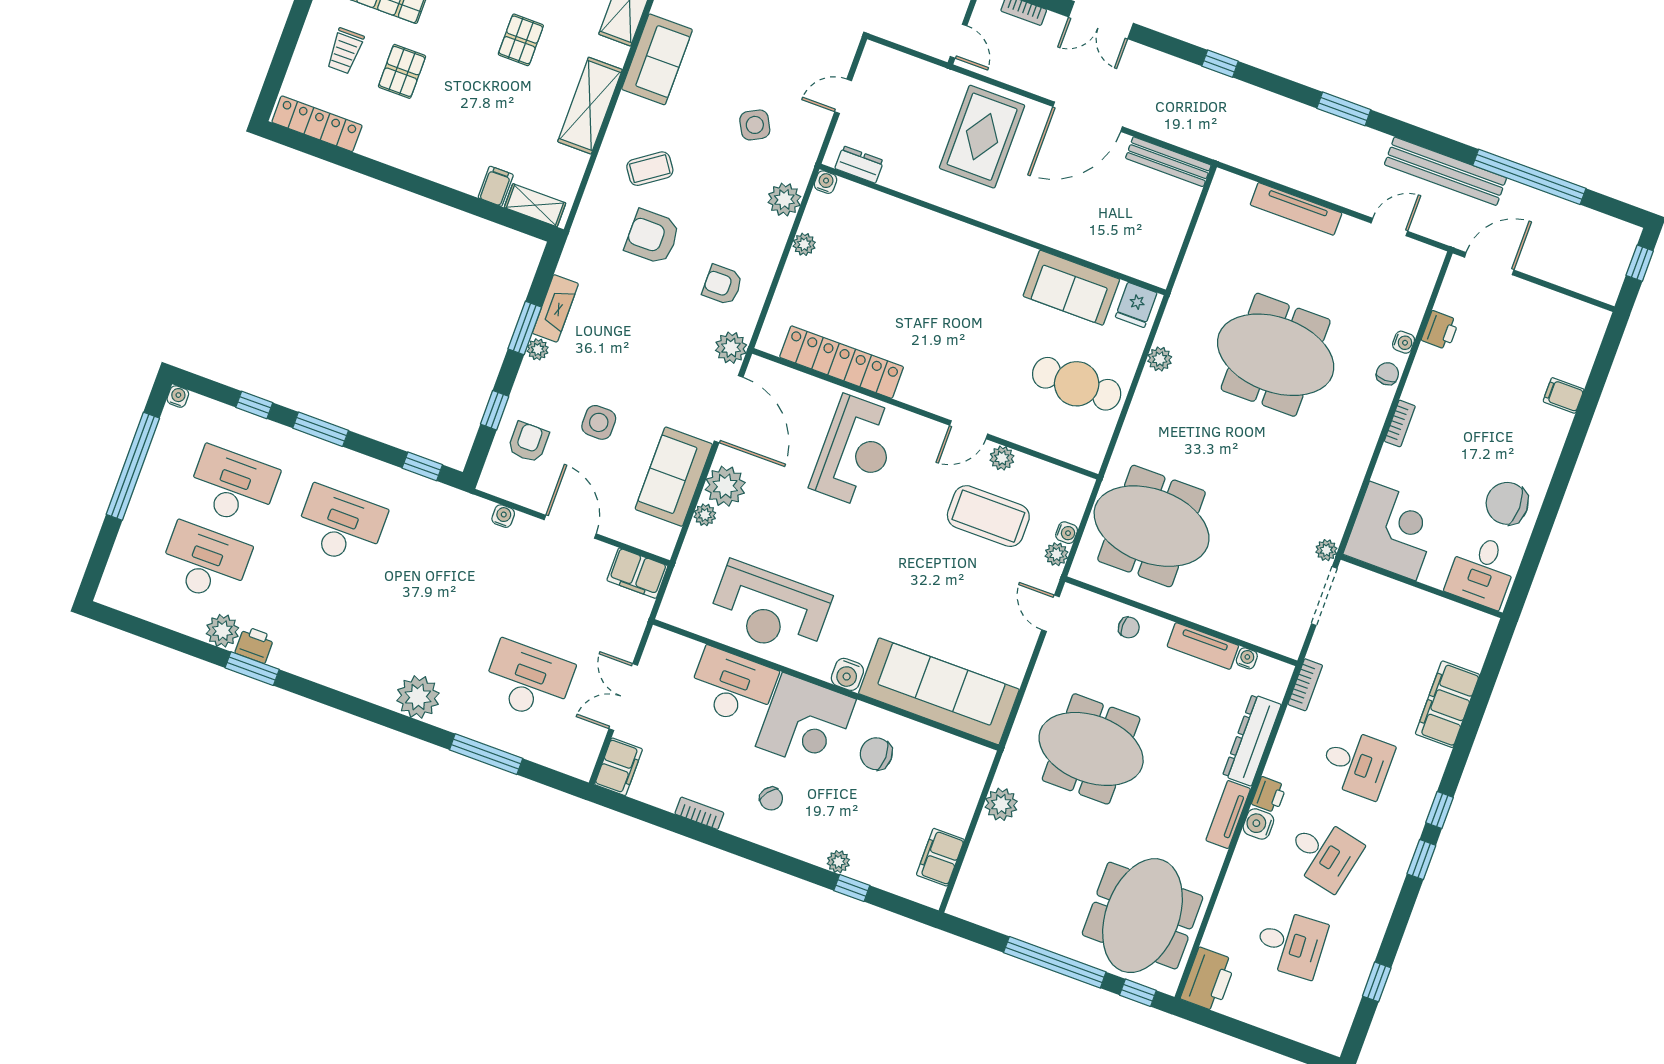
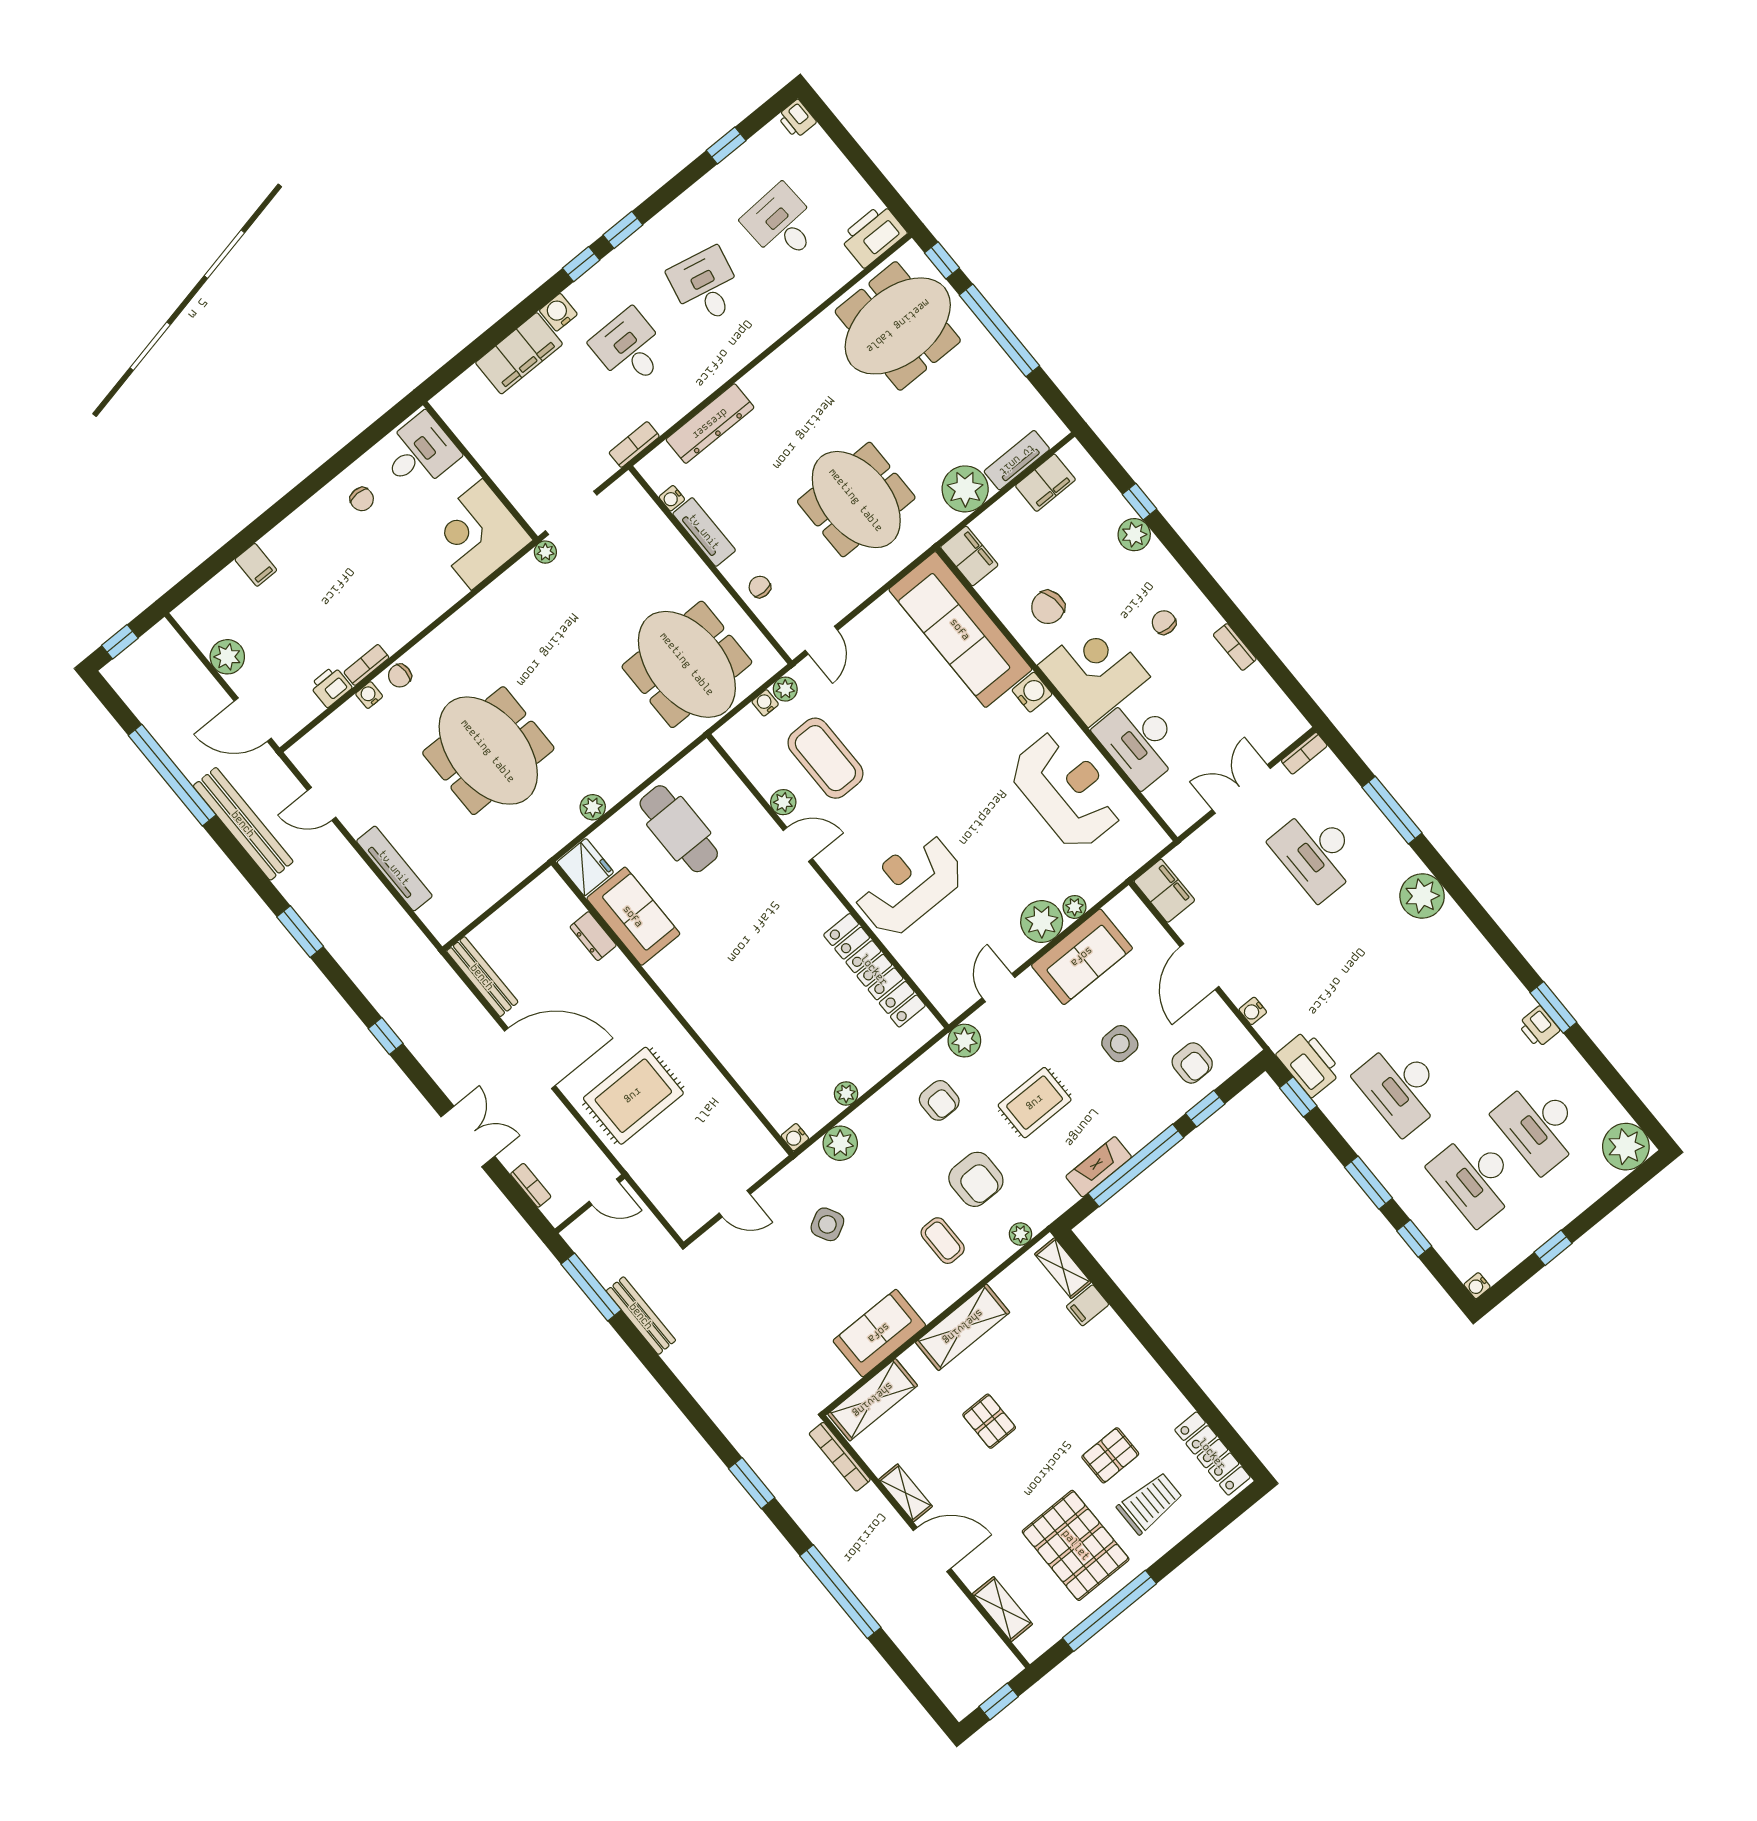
pallet: (521, 40) -> (989, 1421), turned 90
door: (959, 41) -> (604, 1192), swing flipped
trolley: (345, 51) -> (1150, 1503), width x1.36, depth x1.39
dresser: (859, 165) -> (593, 936), moved
coffee table: (650, 169) -> (943, 1241), turned 35
plant: (1542, 304) -> (227, 657), added
fridge: (1136, 305) -> (585, 867), width x1.38
window: (525, 328) -> (1136, 1165), width x2.11
rug: (641, 330) -> (1035, 1103), added
plant: (538, 349) -> (1020, 1234), moved
door: (729, 409) -> (998, 988), width x0.53
bookcase: (1400, 424) -> (366, 665), moved
armchair: (528, 442) -> (1192, 1063), turned -90
window: (133, 466) -> (1553, 1248), width x0.32
printer: (430, 500) -> (1309, 1063), added
chair: (1507, 503) -> (362, 499), width x0.54, depth x0.54
plant: (222, 631) -> (1626, 1147), moved, width x1.36, depth x1.36
double door: (623, 697) -> (1241, 789), swing flipped
chair: (876, 754) -> (1048, 607), turned 79
bookcase: (588, 758) -> (1304, 753), added
filing cabinet: (619, 767) -> (969, 556), moved, turned 90
printer: (1269, 795) -> (797, 119), moved, turned -90
chair: (771, 799) -> (1164, 622), turned -37
plant: (1001, 804) -> (965, 489), width x1.36, depth x1.36
tv unit: (1228, 815) -> (1017, 460), moved, turned 180
water cooler: (1258, 824) -> (558, 312), moved, turned 180
plant: (838, 862) -> (1134, 535), width x1.38, depth x1.38

